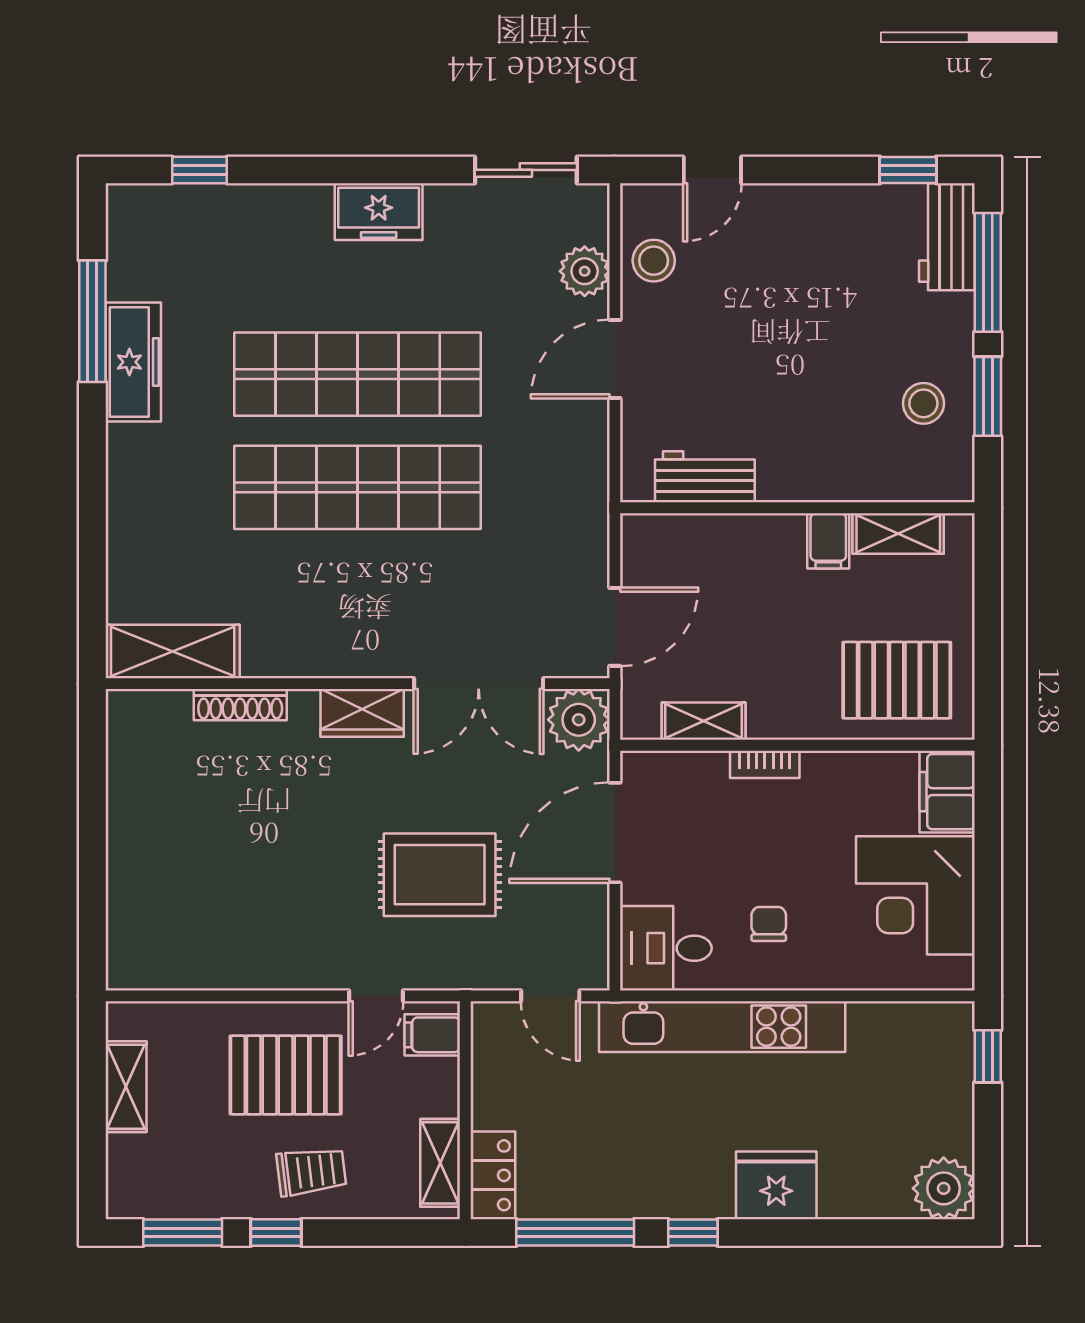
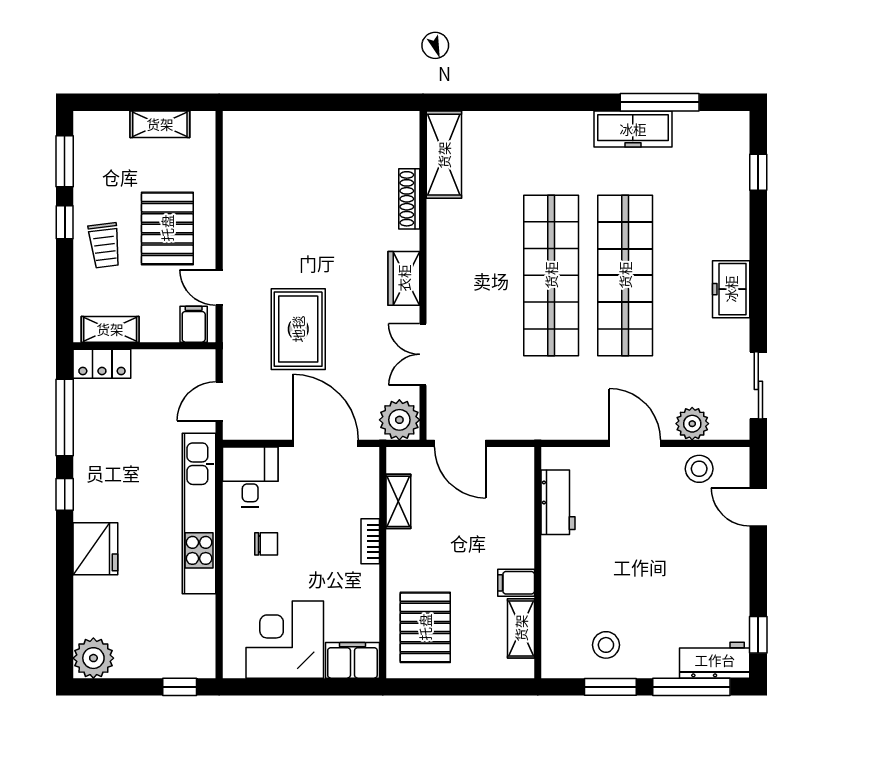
double door: (479, 684) -> (423, 354), width x0.73

